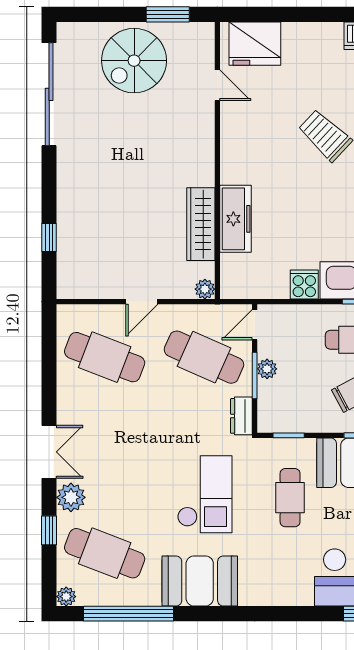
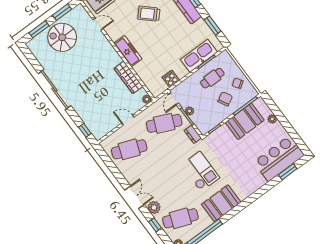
window: (102, 14) -> (39, 29), added
spiral stairs: (134, 61) -> (62, 37), turned 90
sliding door: (49, 94) -> (55, 90), moved
freezer: (236, 219) -> (128, 51), moved
window: (49, 238) -> (85, 130), moved
cooker: (304, 284) -> (171, 79), moved
door: (142, 302) -> (128, 120), swing flipped
cafe table: (290, 498) -> (231, 150), removed

